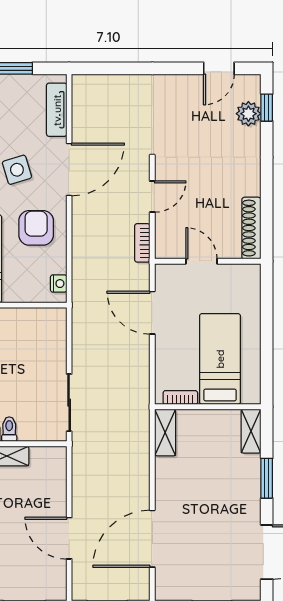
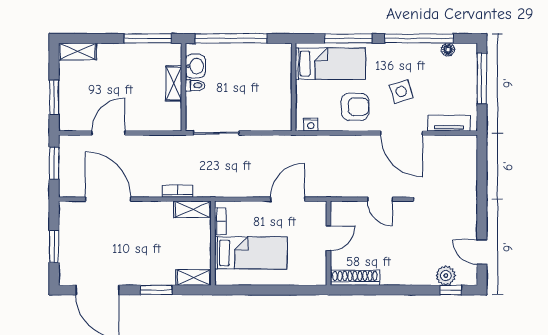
bookcase: (142, 243) -> (178, 191), moved

